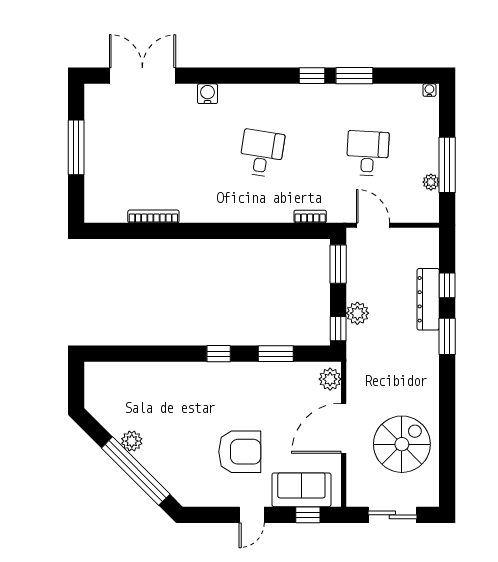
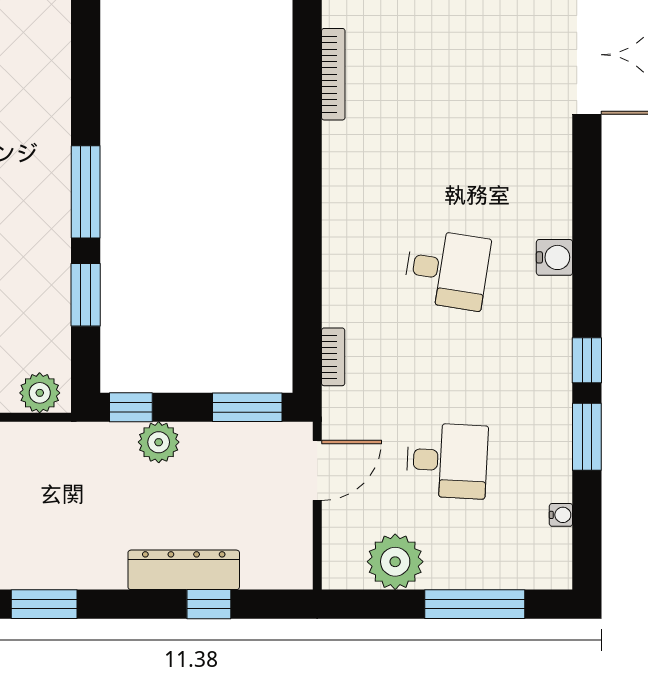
water cooler: (429, 90) -> (561, 515), moved
water cooler: (208, 94) -> (554, 257), moved
window: (447, 165) -> (475, 604), moved
plant: (431, 182) -> (395, 562), width x1.88, depth x1.88
window: (447, 336) -> (44, 604), moved
window: (219, 354) -> (86, 192), width x2.17

